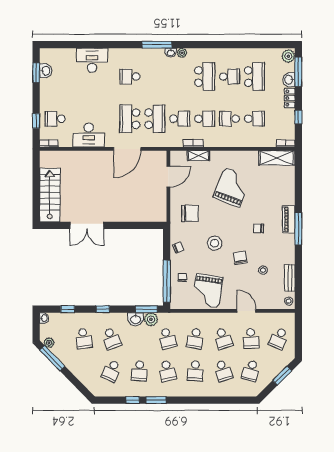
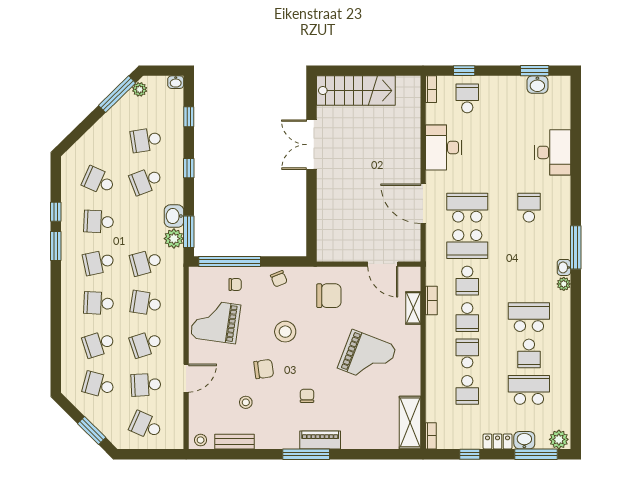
school desk: (205, 77) -> (529, 317), turned 180
school desk: (254, 77) -> (529, 390), turned 180
chair: (190, 213) -> (329, 296), turned -90

